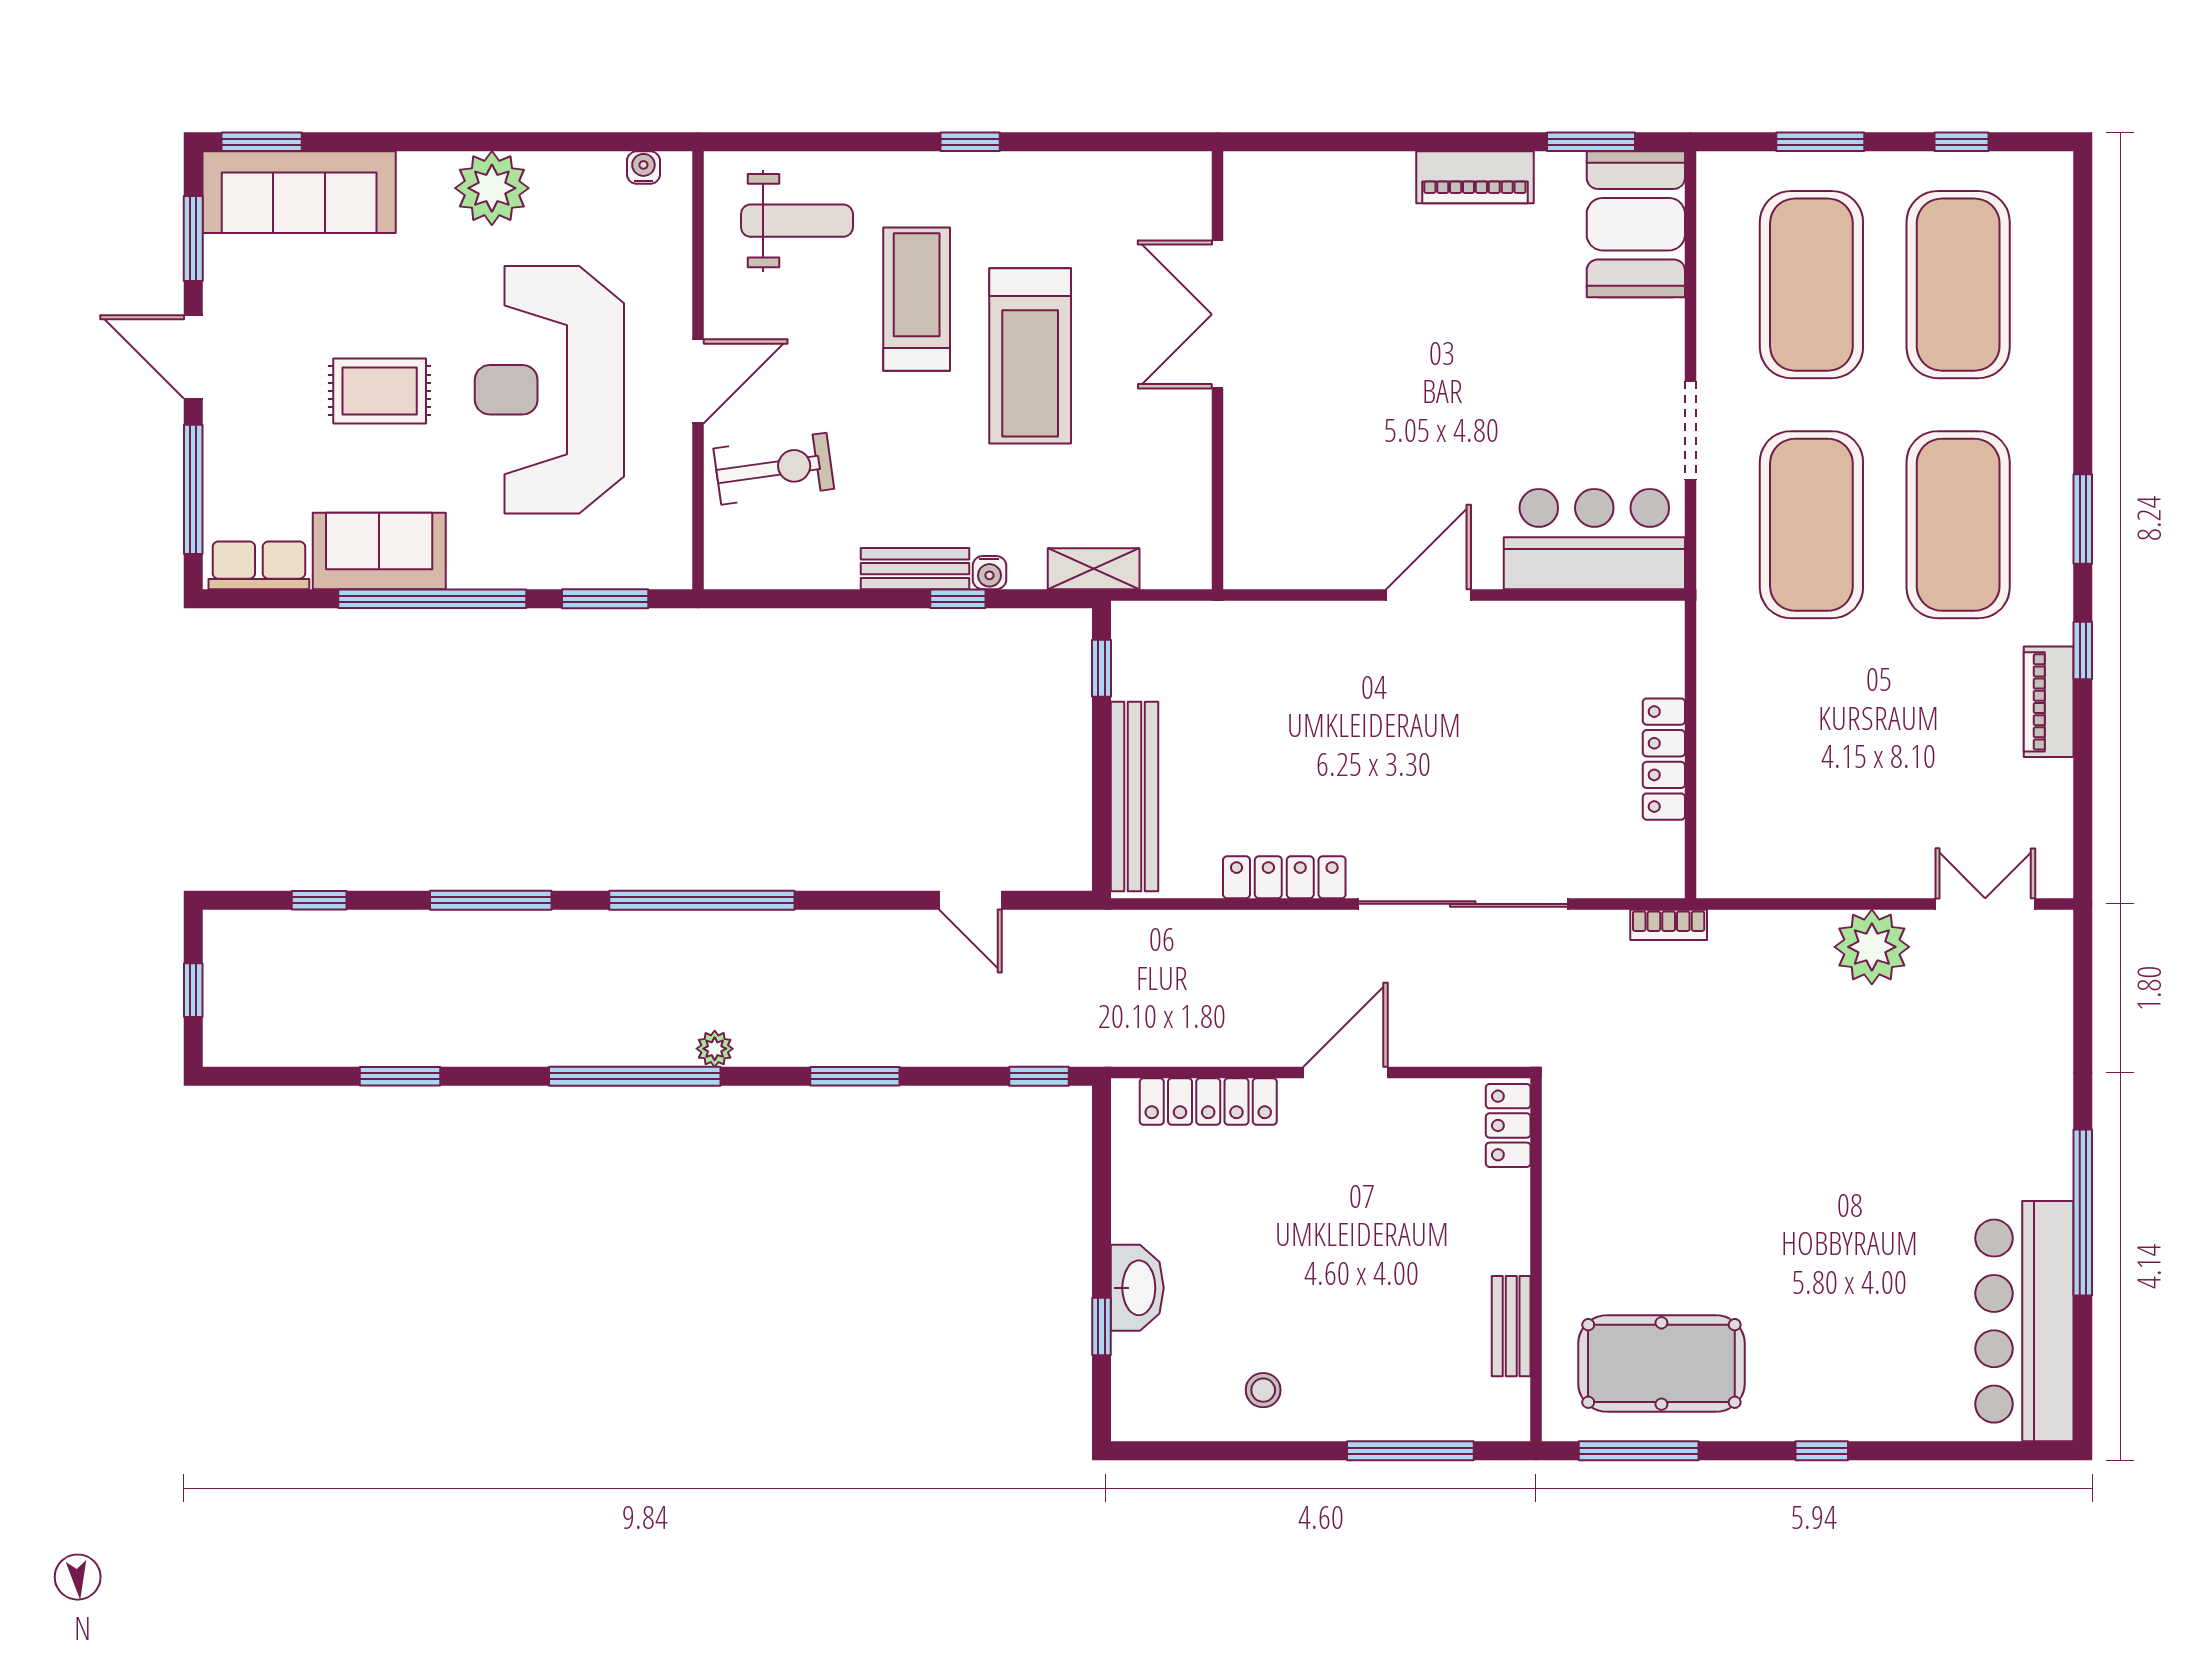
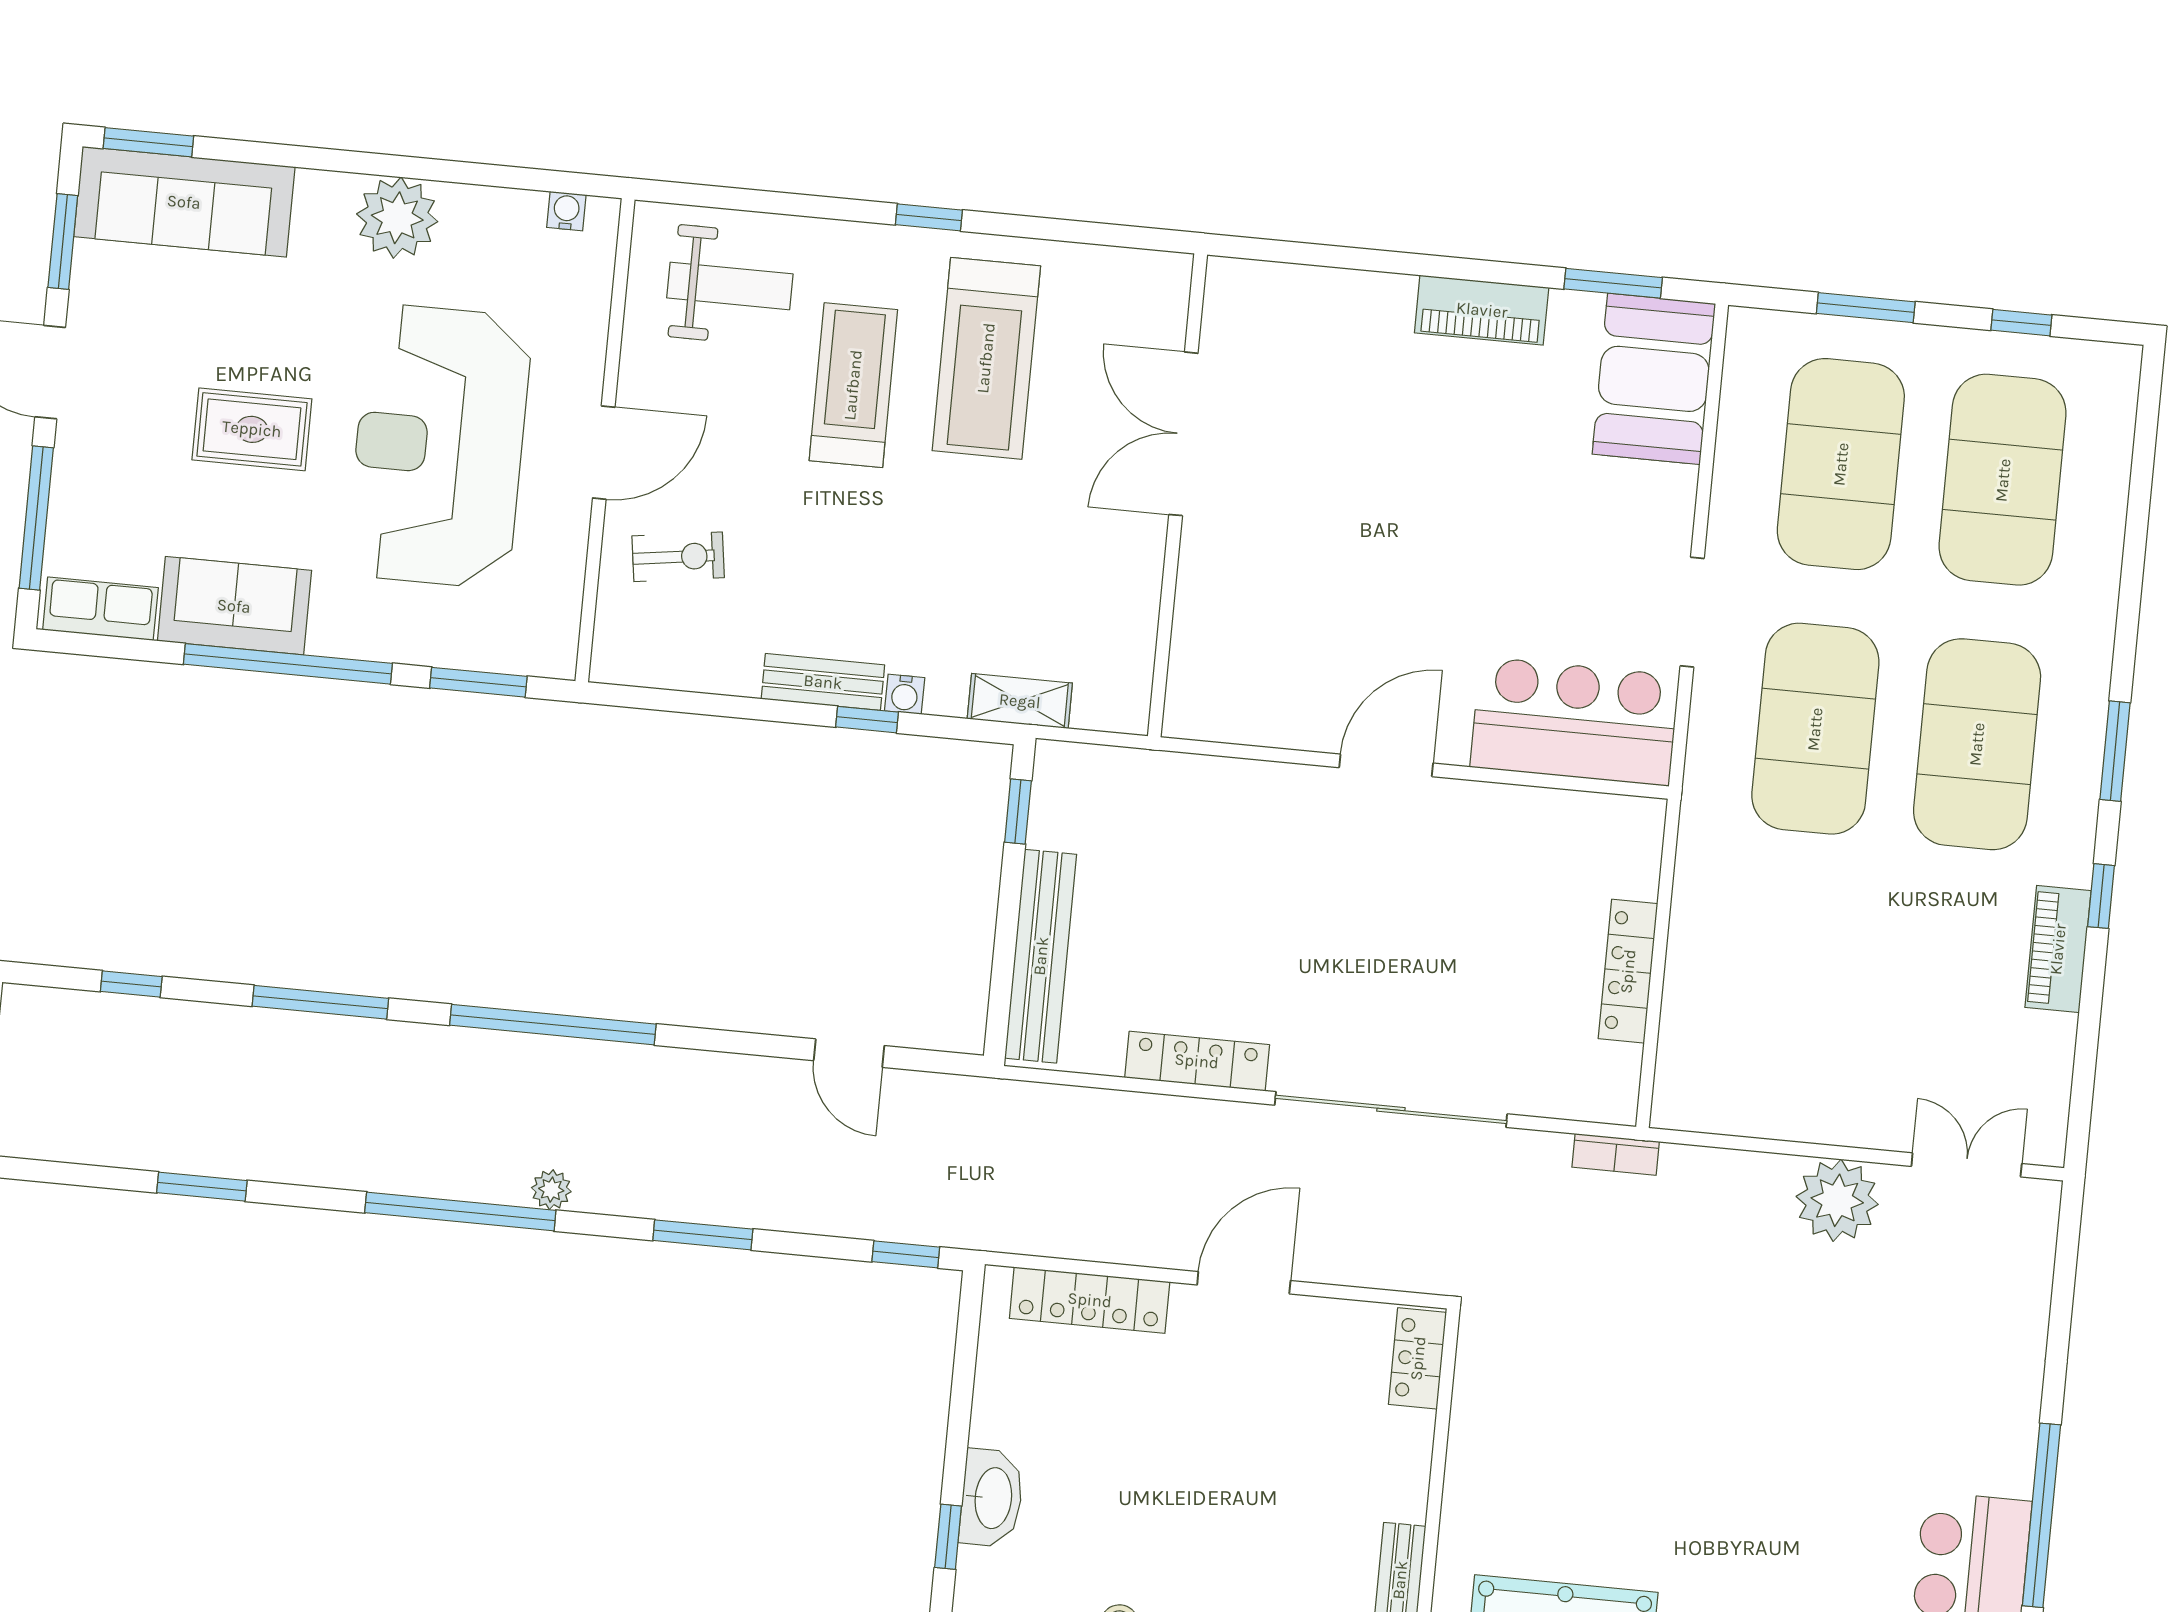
treadmill: (1030, 356) -> (986, 358), moved
exercise bike: (774, 469) -> (678, 557), width x0.73, depth x0.72

